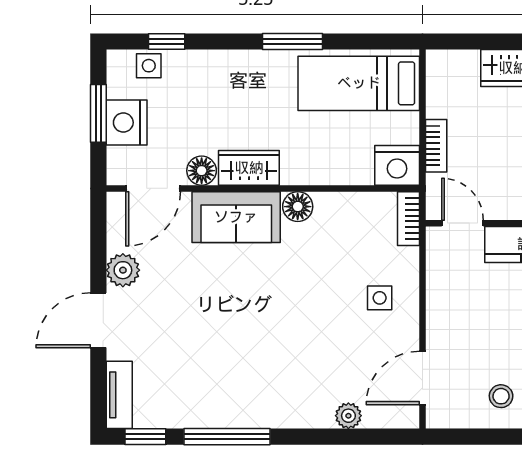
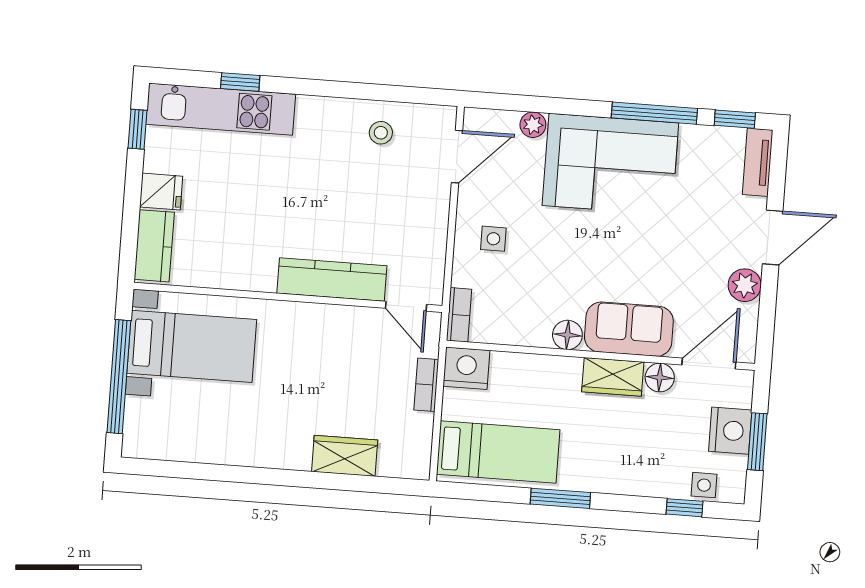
corner sofa: (267, 382) -> (610, 164), added

